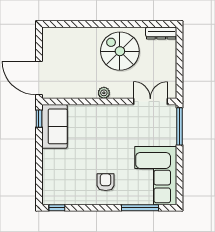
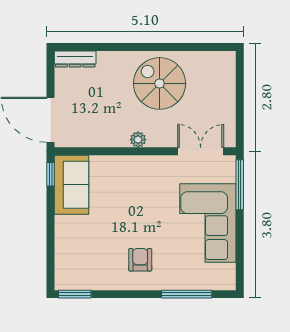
dresser: (161, 33) -> (75, 59), moved
corner sofa: (156, 176) -> (208, 223), moved
window: (57, 208) -> (75, 294), width x1.50

